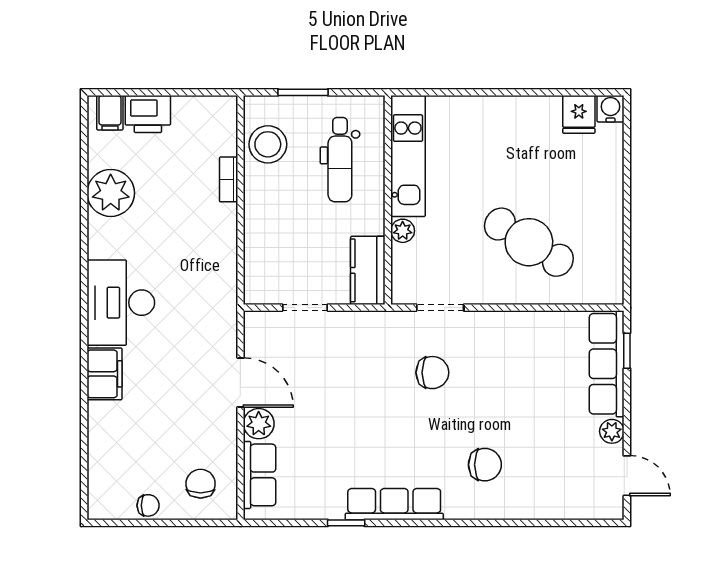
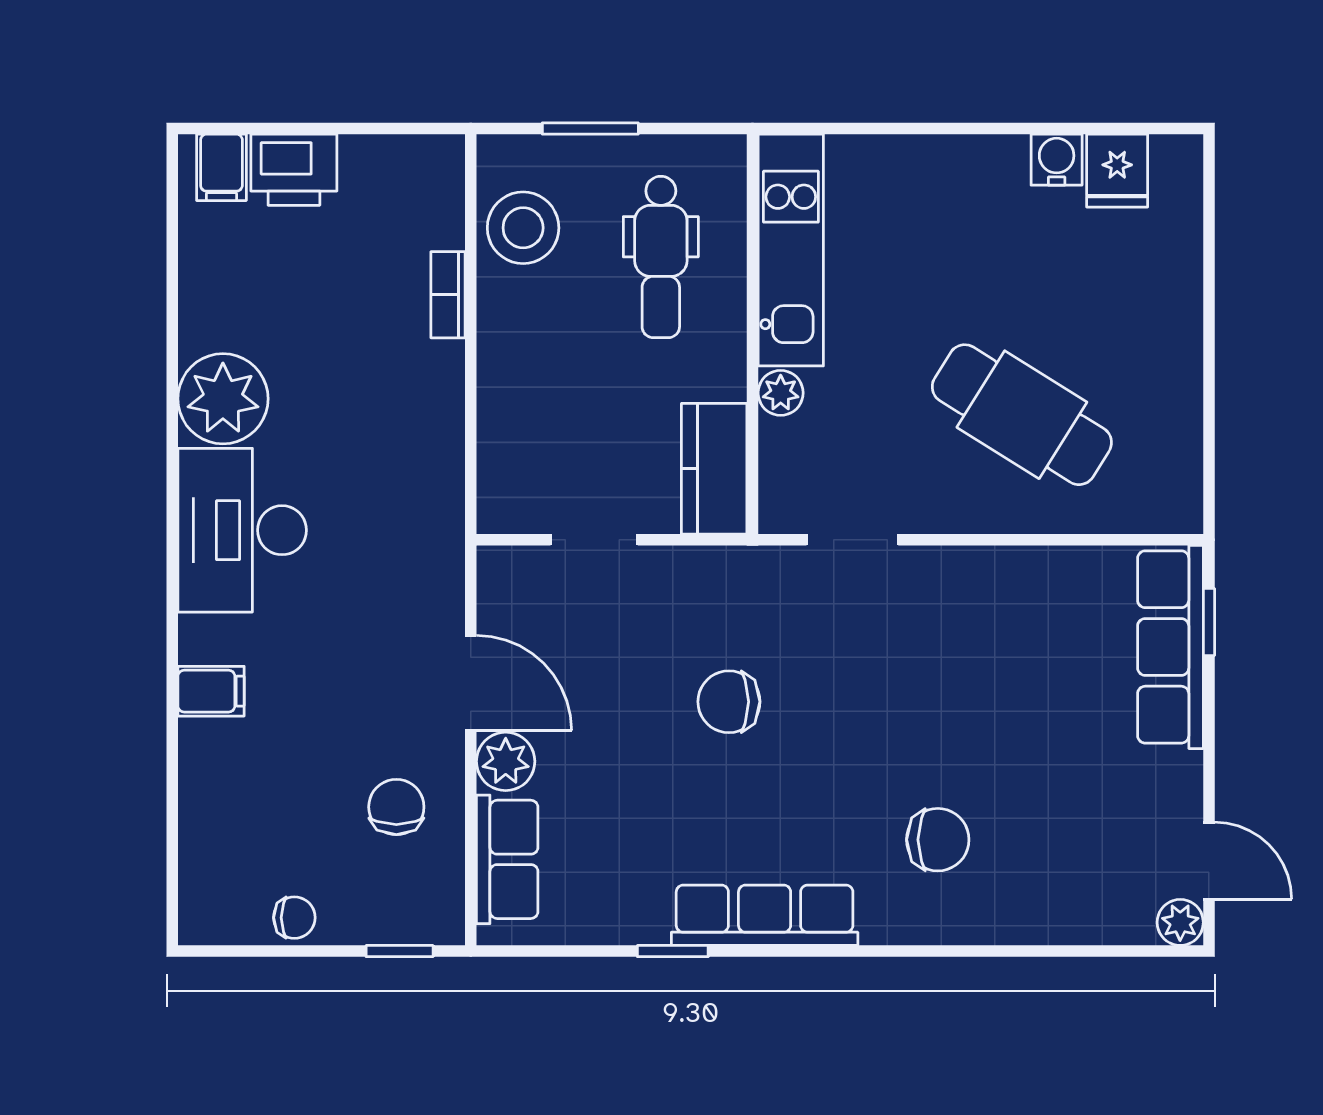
water cooler: (611, 109) -> (1057, 160), moved
plant: (111, 193) -> (223, 399), moved
chair: (432, 373) -> (729, 702), moved, turned 180
filing cabinet: (104, 374) -> (211, 691), width x0.50
plant: (612, 431) -> (1180, 922), moved
chair: (201, 484) -> (396, 807), moved
window: (203, 523) -> (400, 951), added

